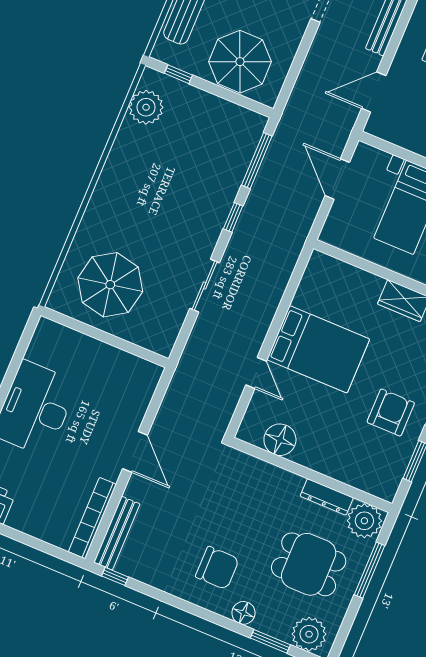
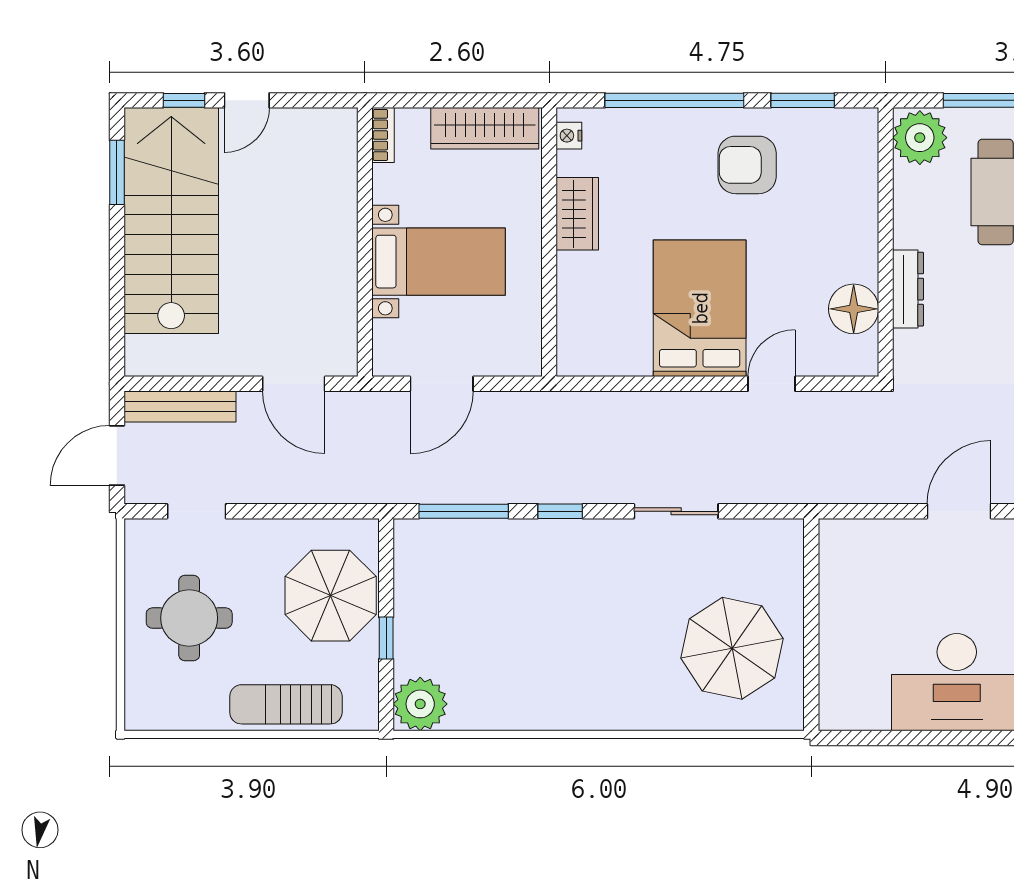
window: (178, 74) -> (386, 638), moved
plant: (146, 107) -> (420, 704), moved
dresser: (327, 497) -> (908, 289), moved

